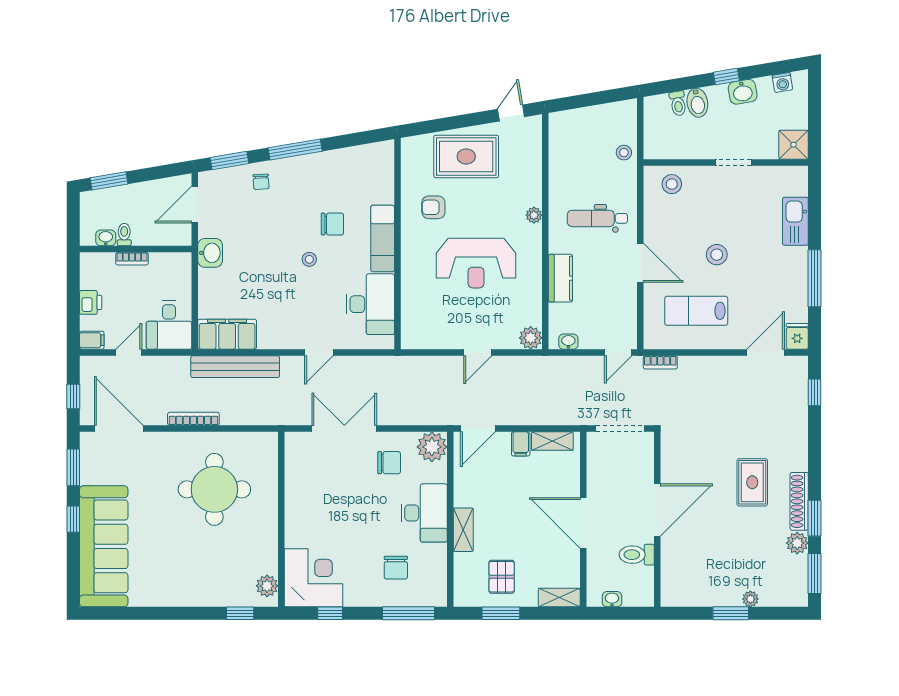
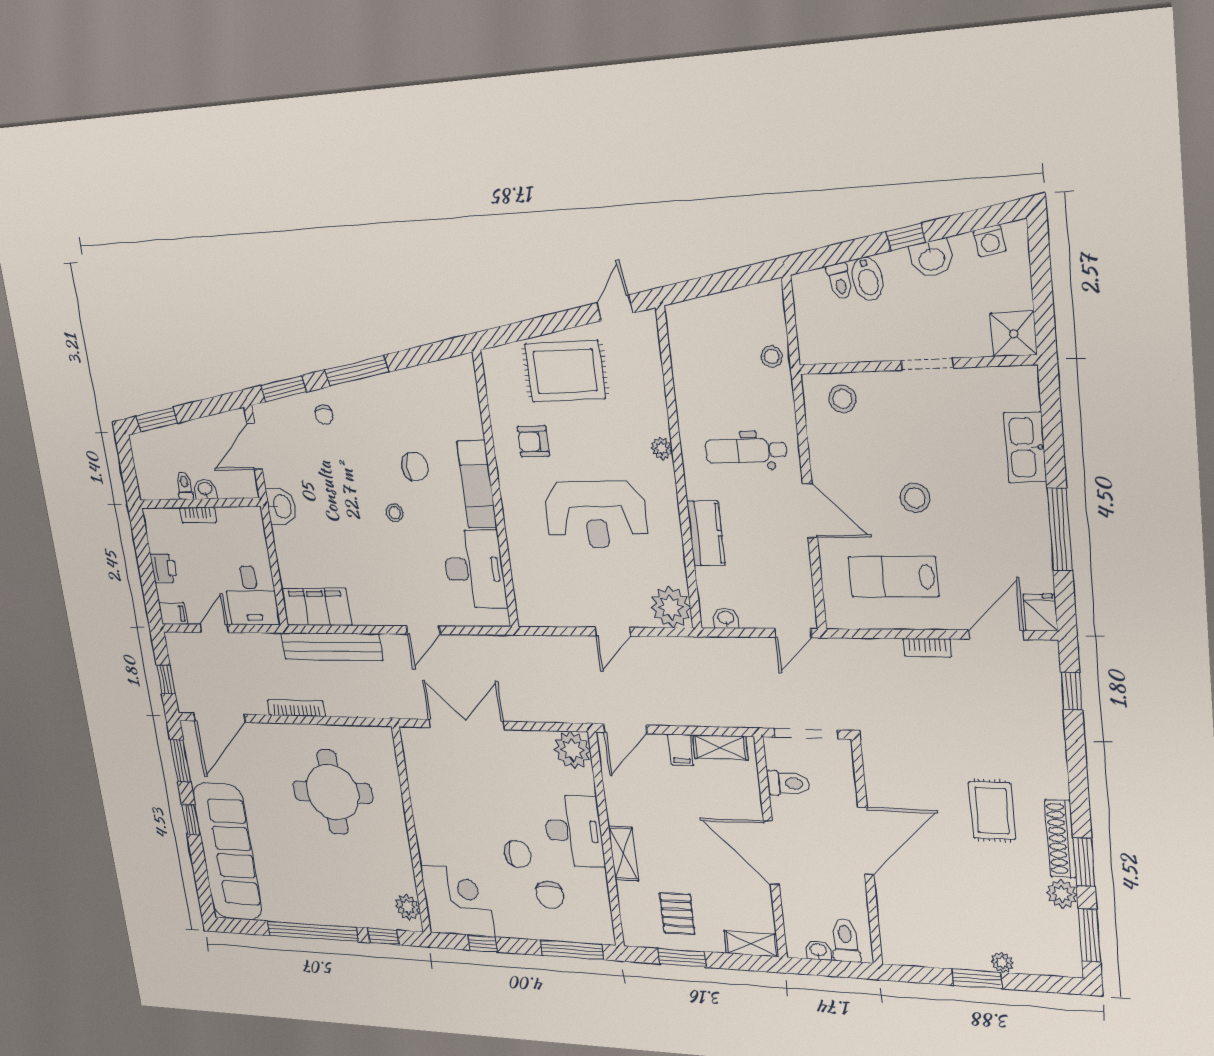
washbasin: (106, 238) -> (205, 489), moved
plant: (531, 338) -> (671, 607), width x1.36, depth x1.36
bookcase: (660, 362) -> (927, 648), moved
door: (119, 429) -> (219, 718), swing flipped
chair: (389, 463) -> (517, 854), moved
toilet: (602, 467) -> (788, 783), added
toilet: (637, 555) -> (845, 940), moved, turned 90
window: (174, 613) -> (313, 931), added

